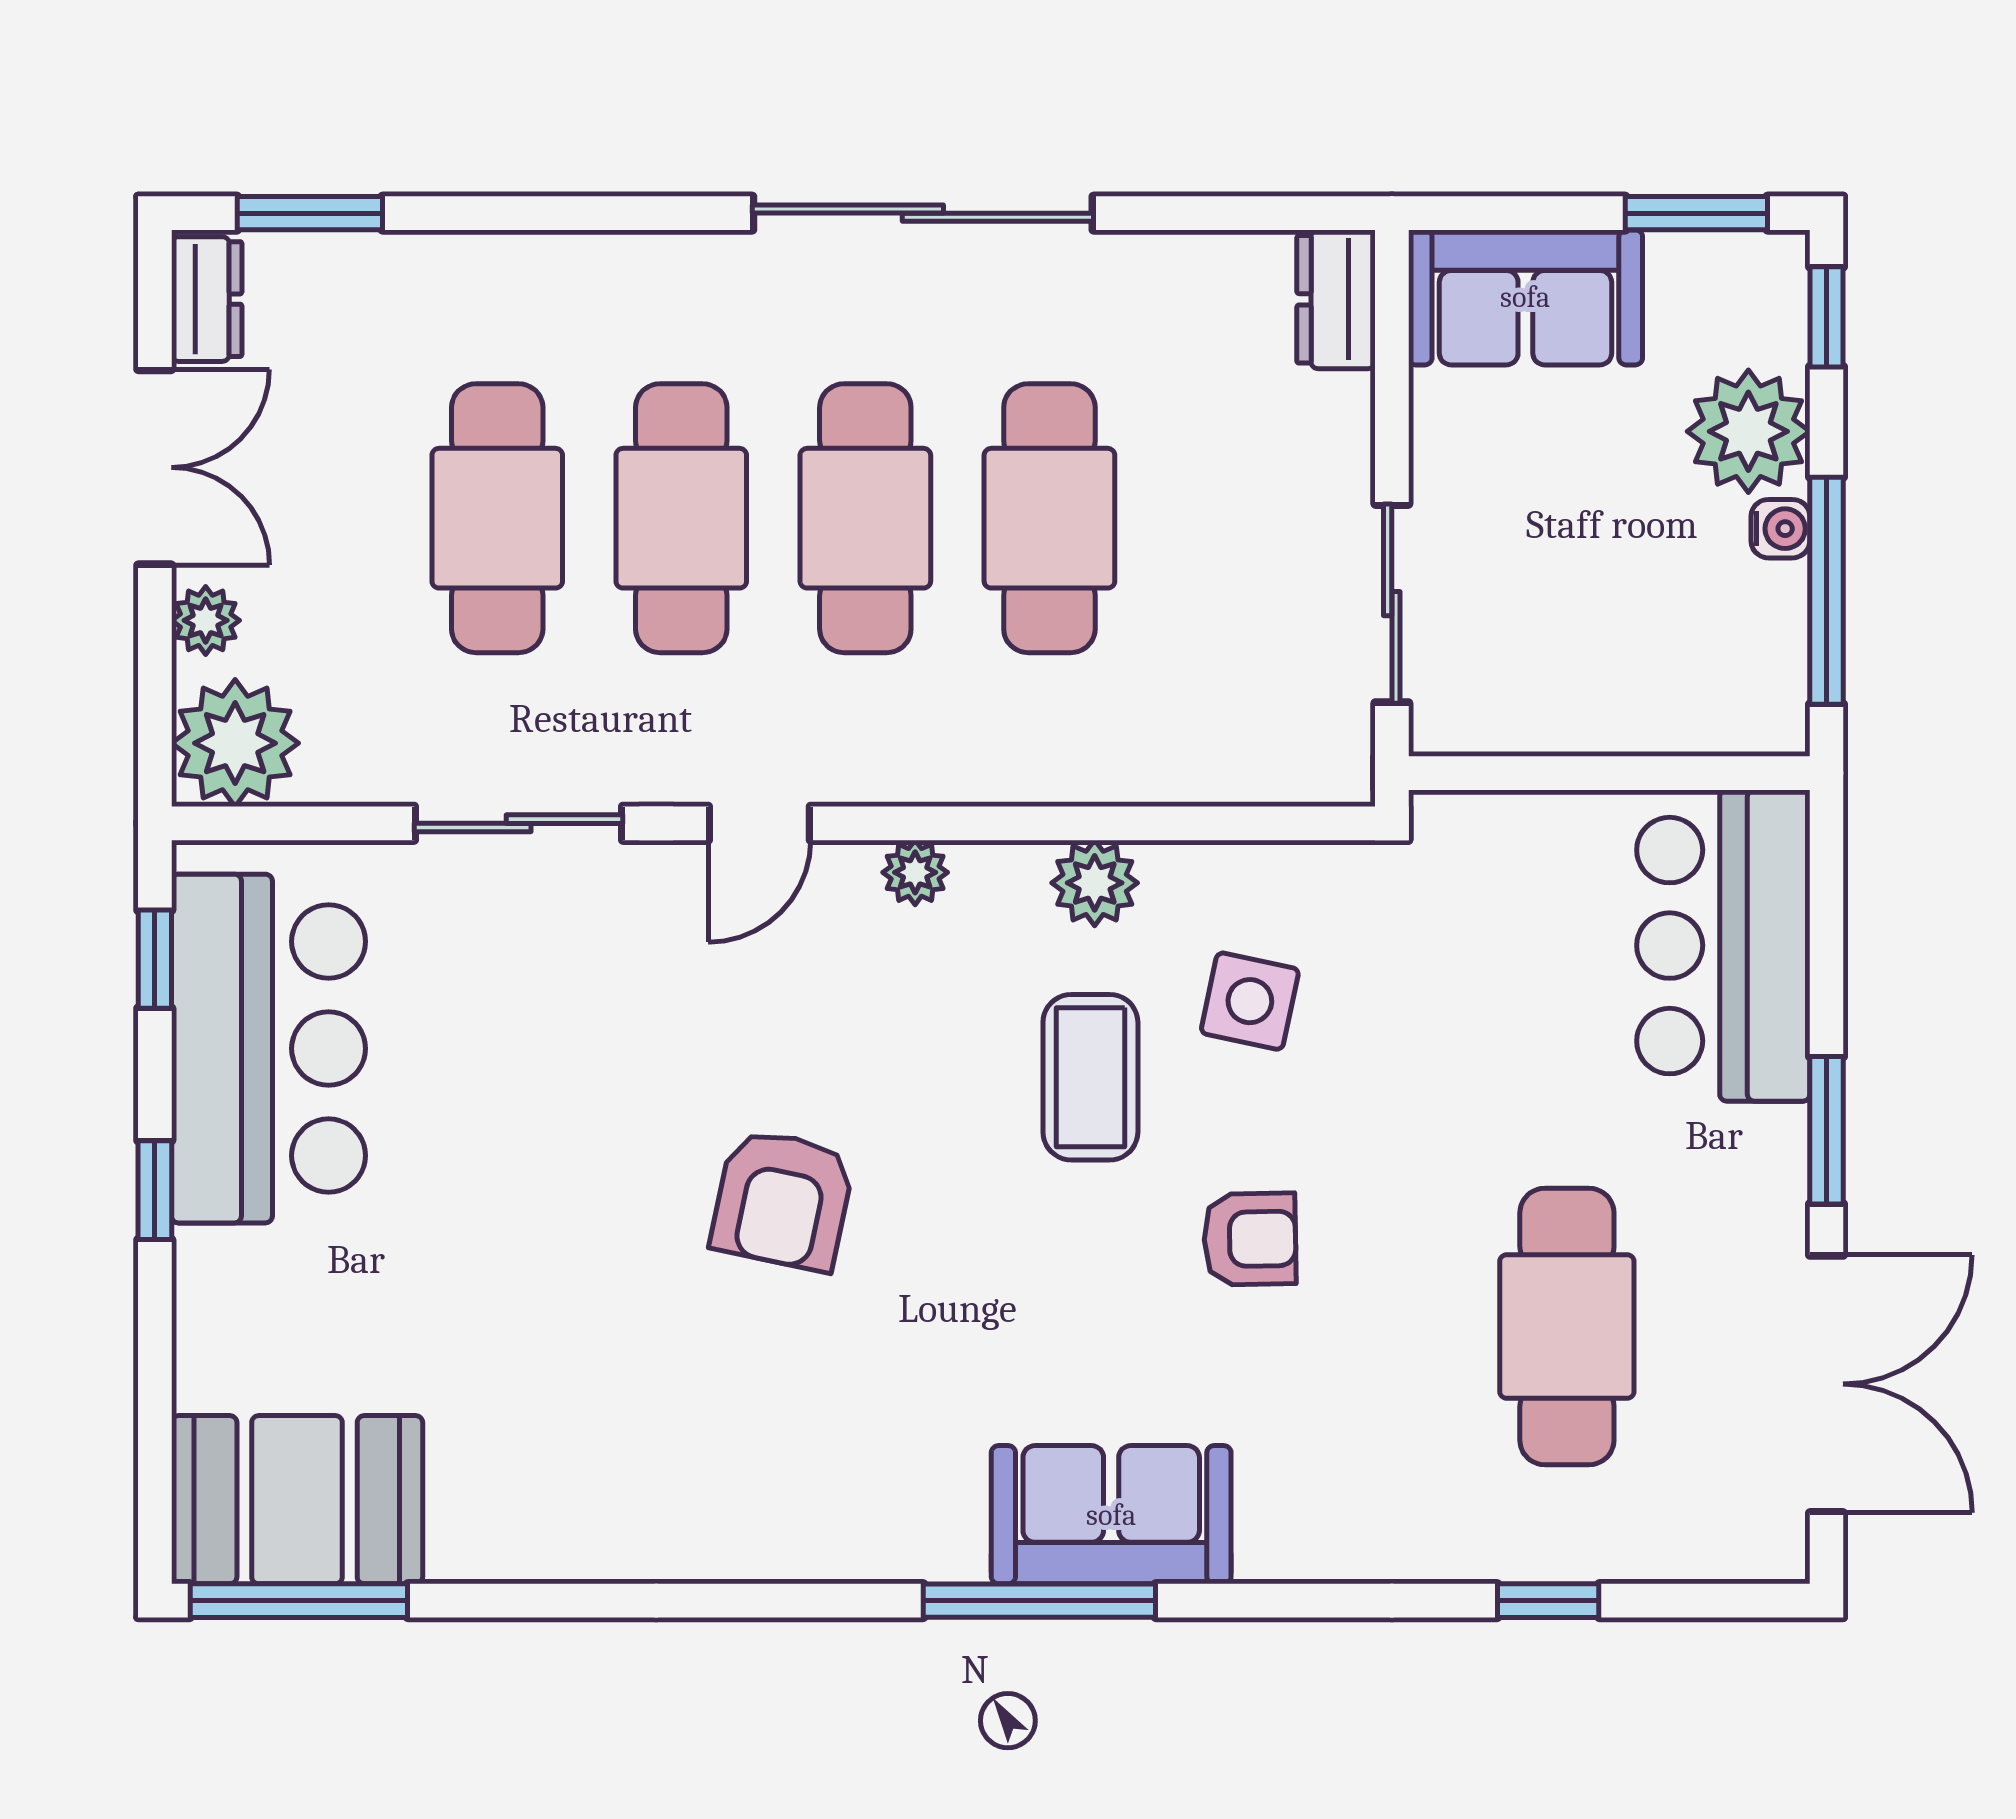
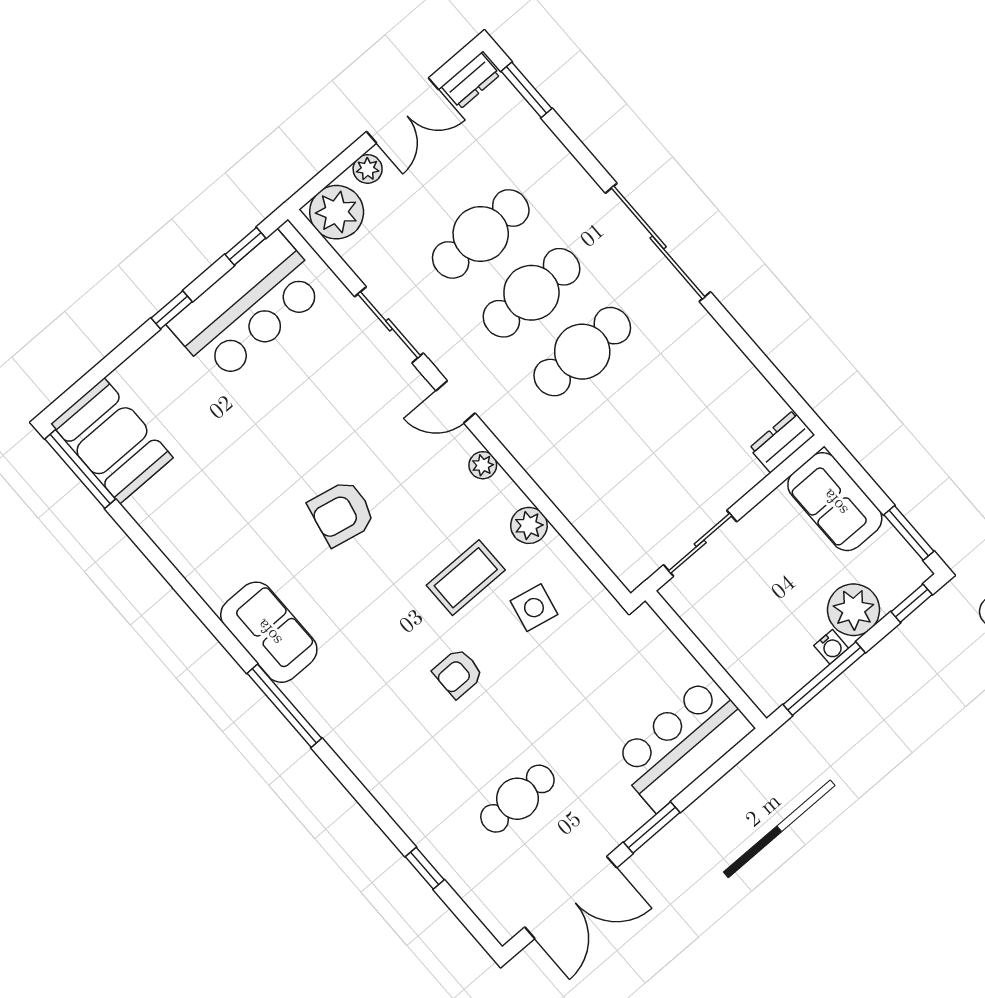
sliding door: (923, 213) -> (658, 242), moved
cafe table: (1049, 518) -> (633, 410), removed
armchair: (1250, 1239) -> (458, 673), turned 91
cafe table: (1567, 1327) -> (517, 799), width x0.73, depth x0.74
sofa: (1111, 1515) -> (269, 632), moved

